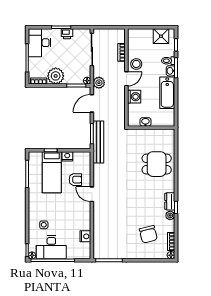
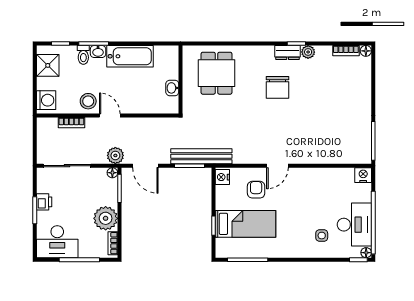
washing machine: (134, 97) -> (46, 100), moved, turned 90
nightstand: (67, 156) -> (222, 177), moved
dining table: (157, 164) -> (216, 73), moved
chair: (148, 234) -> (277, 87), moved, turned 104
nightstand: (85, 236) -> (363, 175), moved

